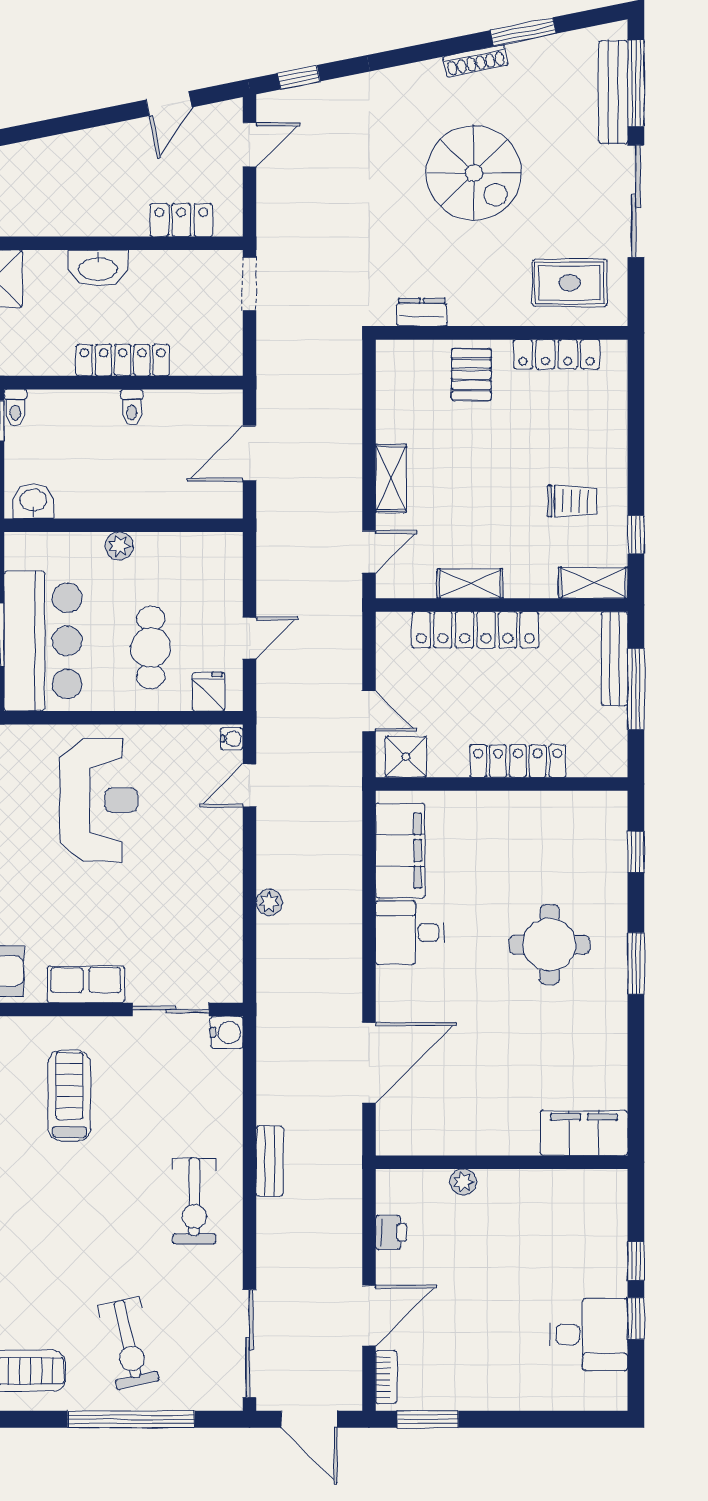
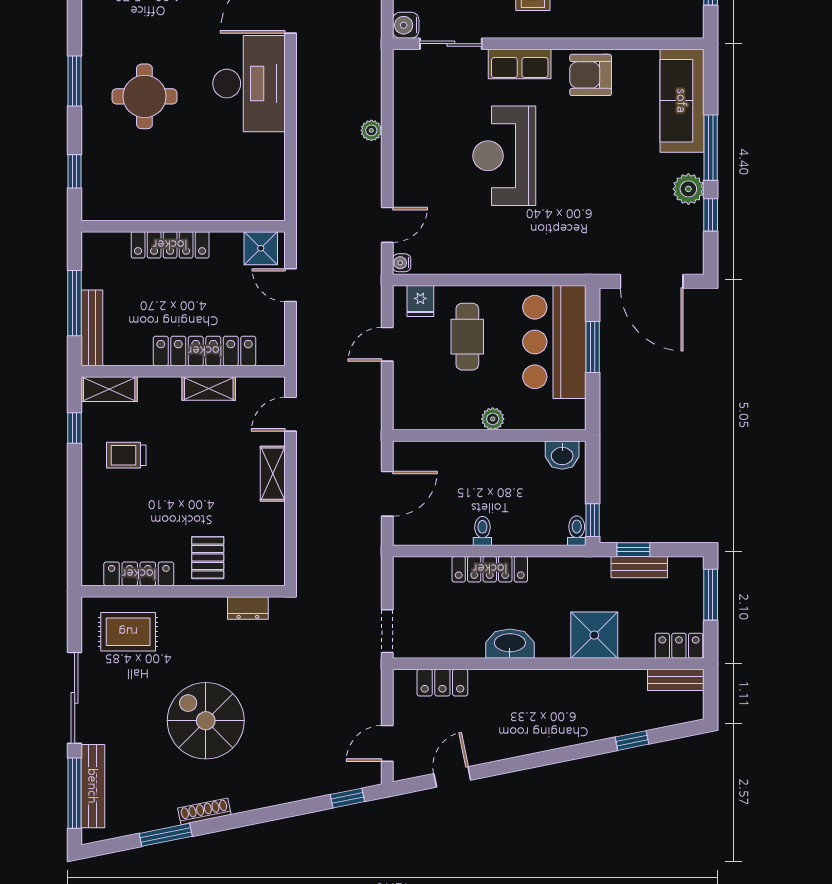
reception desk: (99, 800) -> (504, 156), moved
filing cabinet: (400, 851) -> (265, 172), removed
desk: (410, 933) -> (249, 84), width x1.87, depth x1.30

